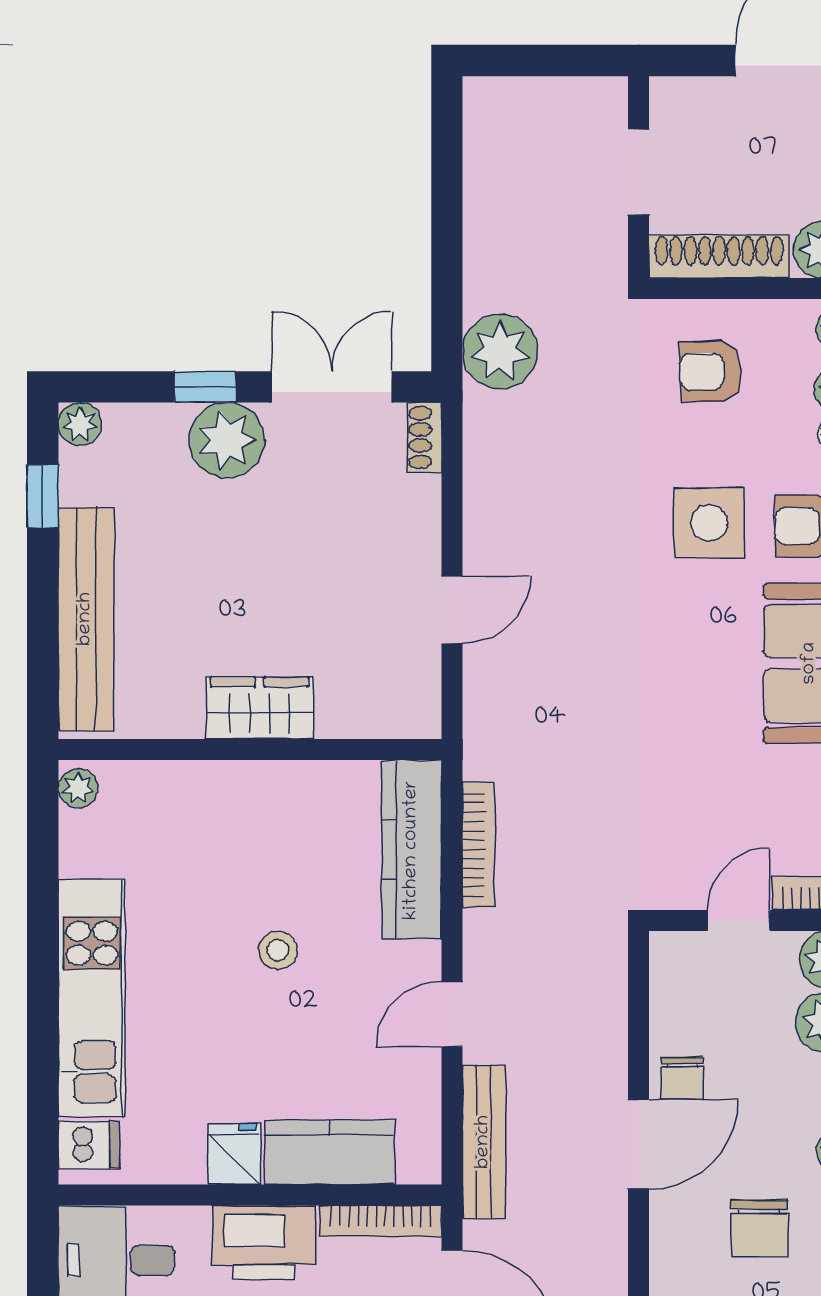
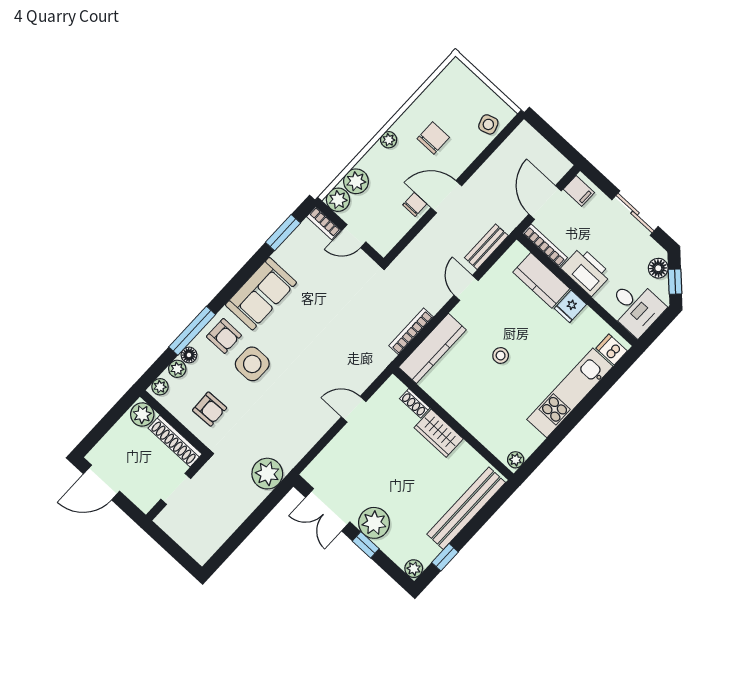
shoe rack: (425, 438) -> (415, 403), moved, turned 90
door: (452, 1014) -> (466, 288), swing flipped
bench: (484, 1142) -> (486, 247), width x0.73

